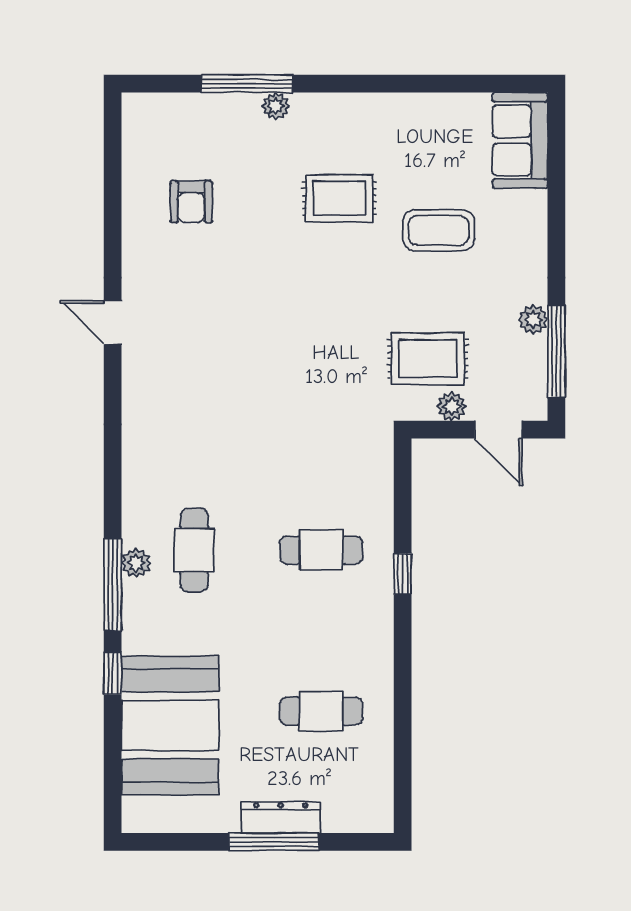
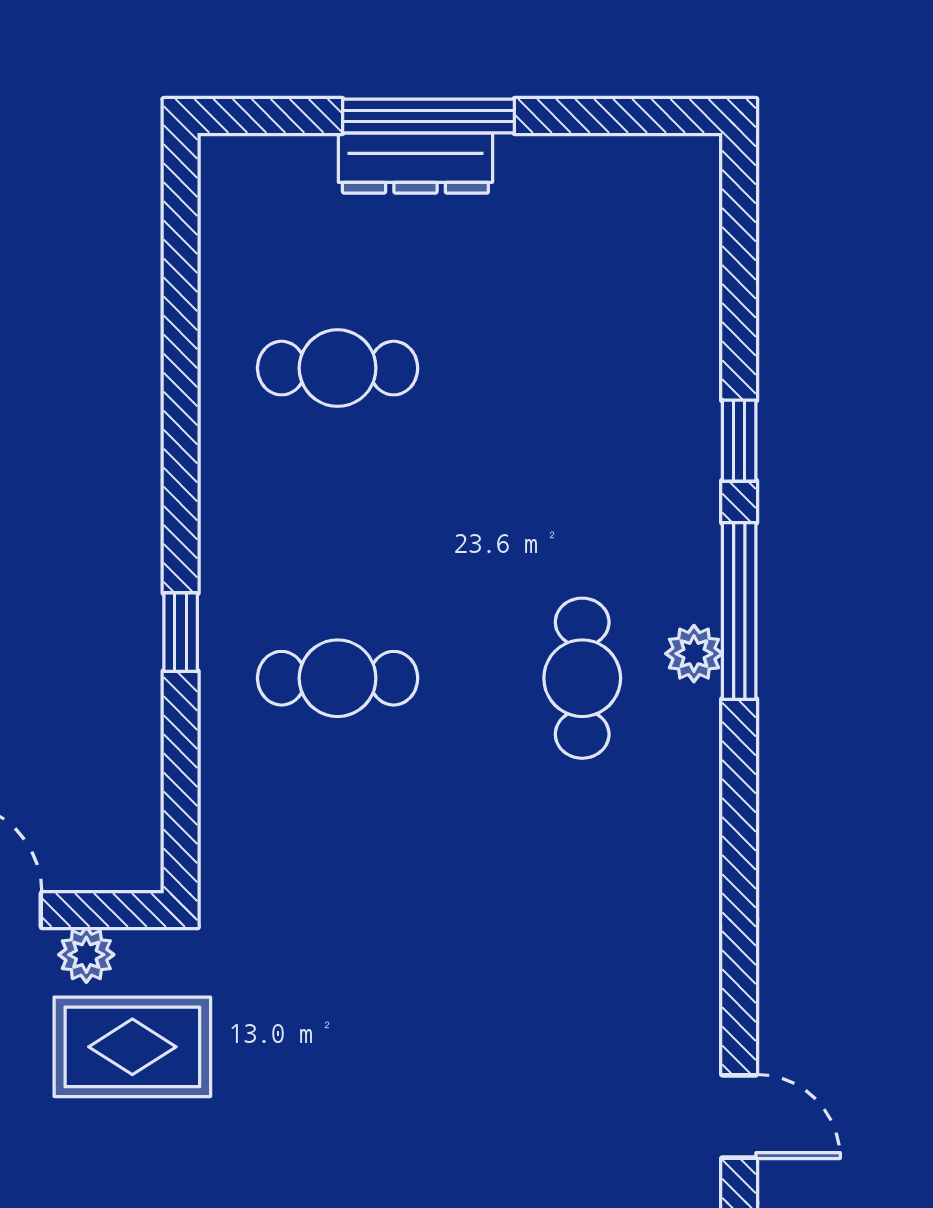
booth: (170, 725) -> (629, 340), removed

